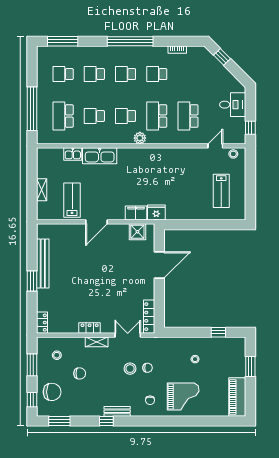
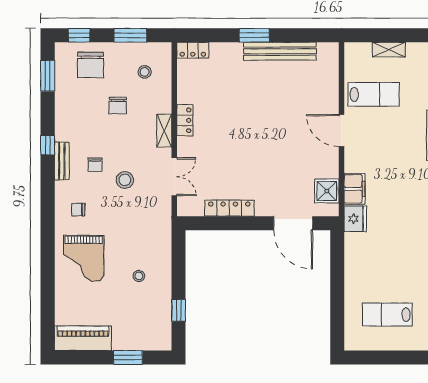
door: (159, 265) -> (293, 223), moved
locker: (149, 317) -> (229, 208), moved
chair: (148, 368) -> (95, 165), moved

